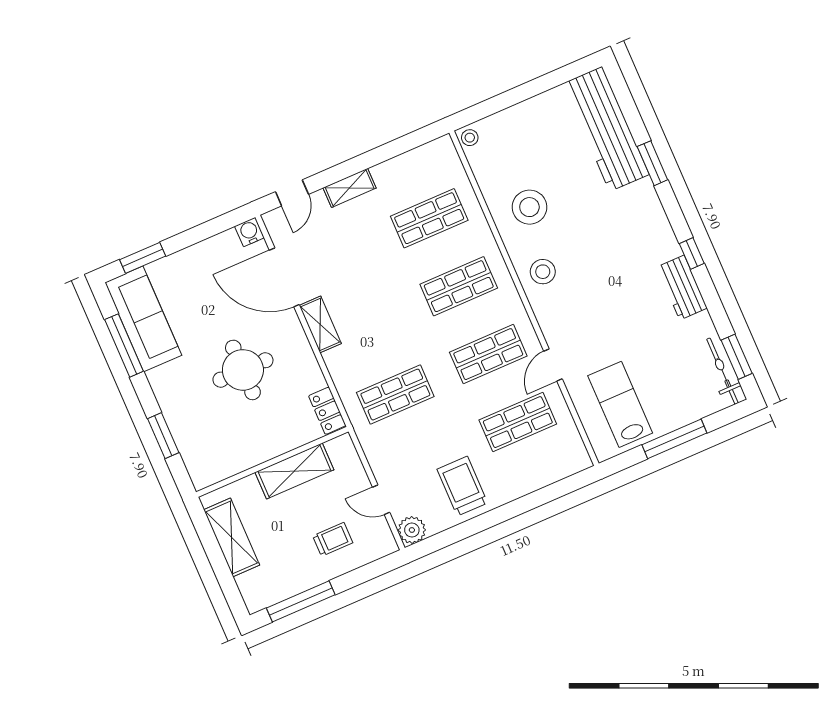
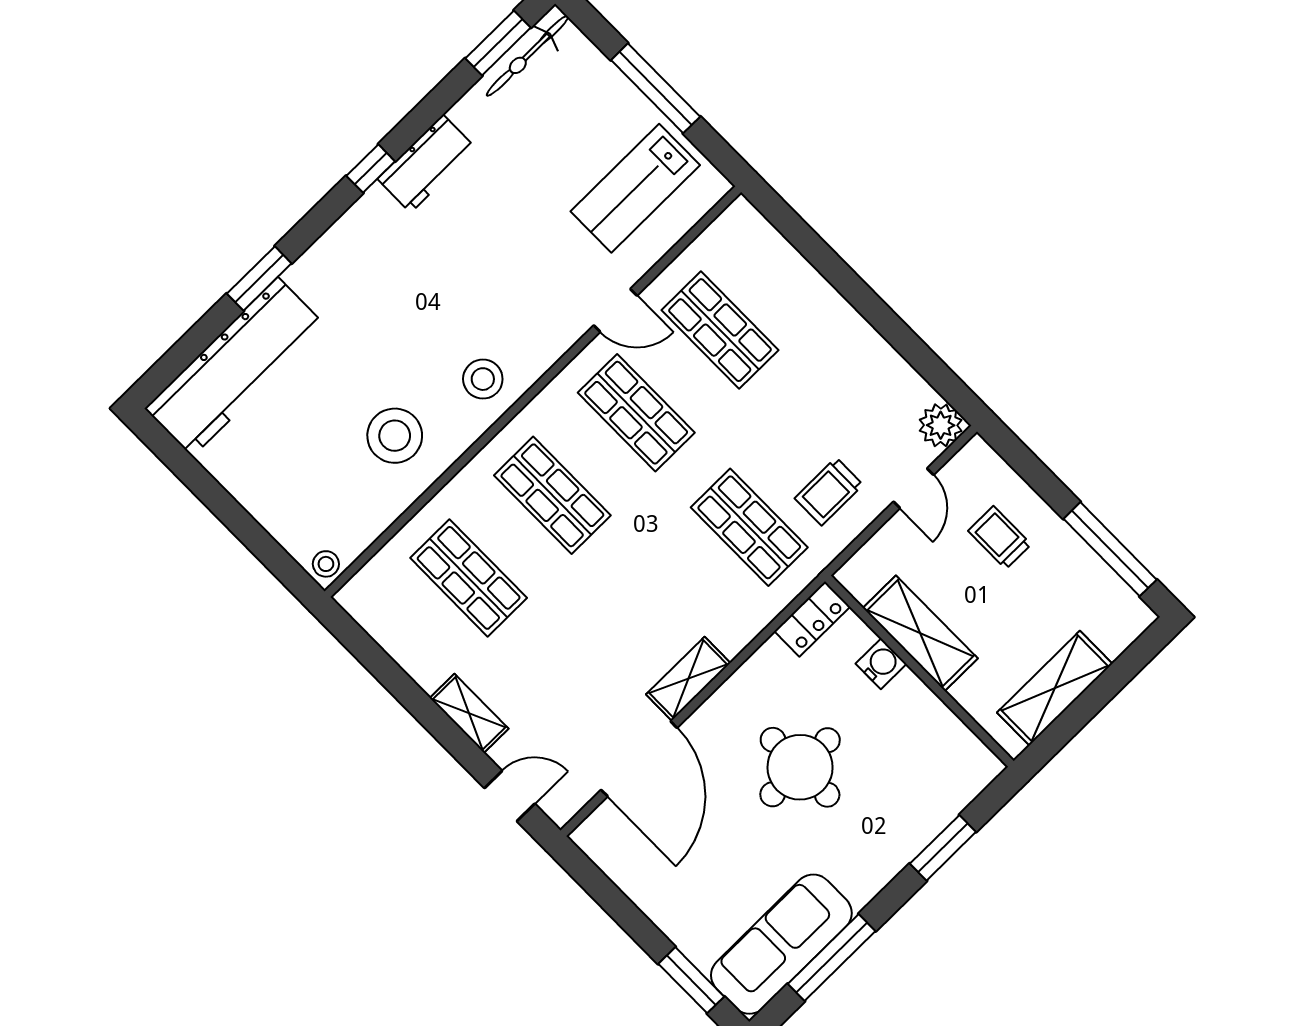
water cooler: (249, 232) -> (881, 664), moved, turned 180
trolley: (462, 486) -> (829, 492), moved, width x0.73, depth x0.72

